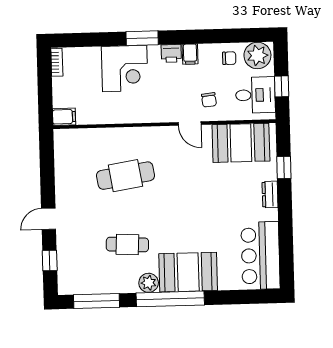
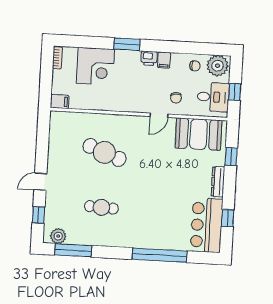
corner desk: (125, 68) -> (95, 66), moved
door: (190, 123) -> (159, 115), hinge flipped
cafe table: (125, 176) -> (104, 152), turned 30
dresser: (270, 194) -> (218, 182), width x1.44
window: (286, 245) -> (228, 218), added
booth: (188, 272) -> (148, 233), removed
plant: (149, 283) -> (58, 236), moved
window: (170, 299) -> (160, 255), moved

